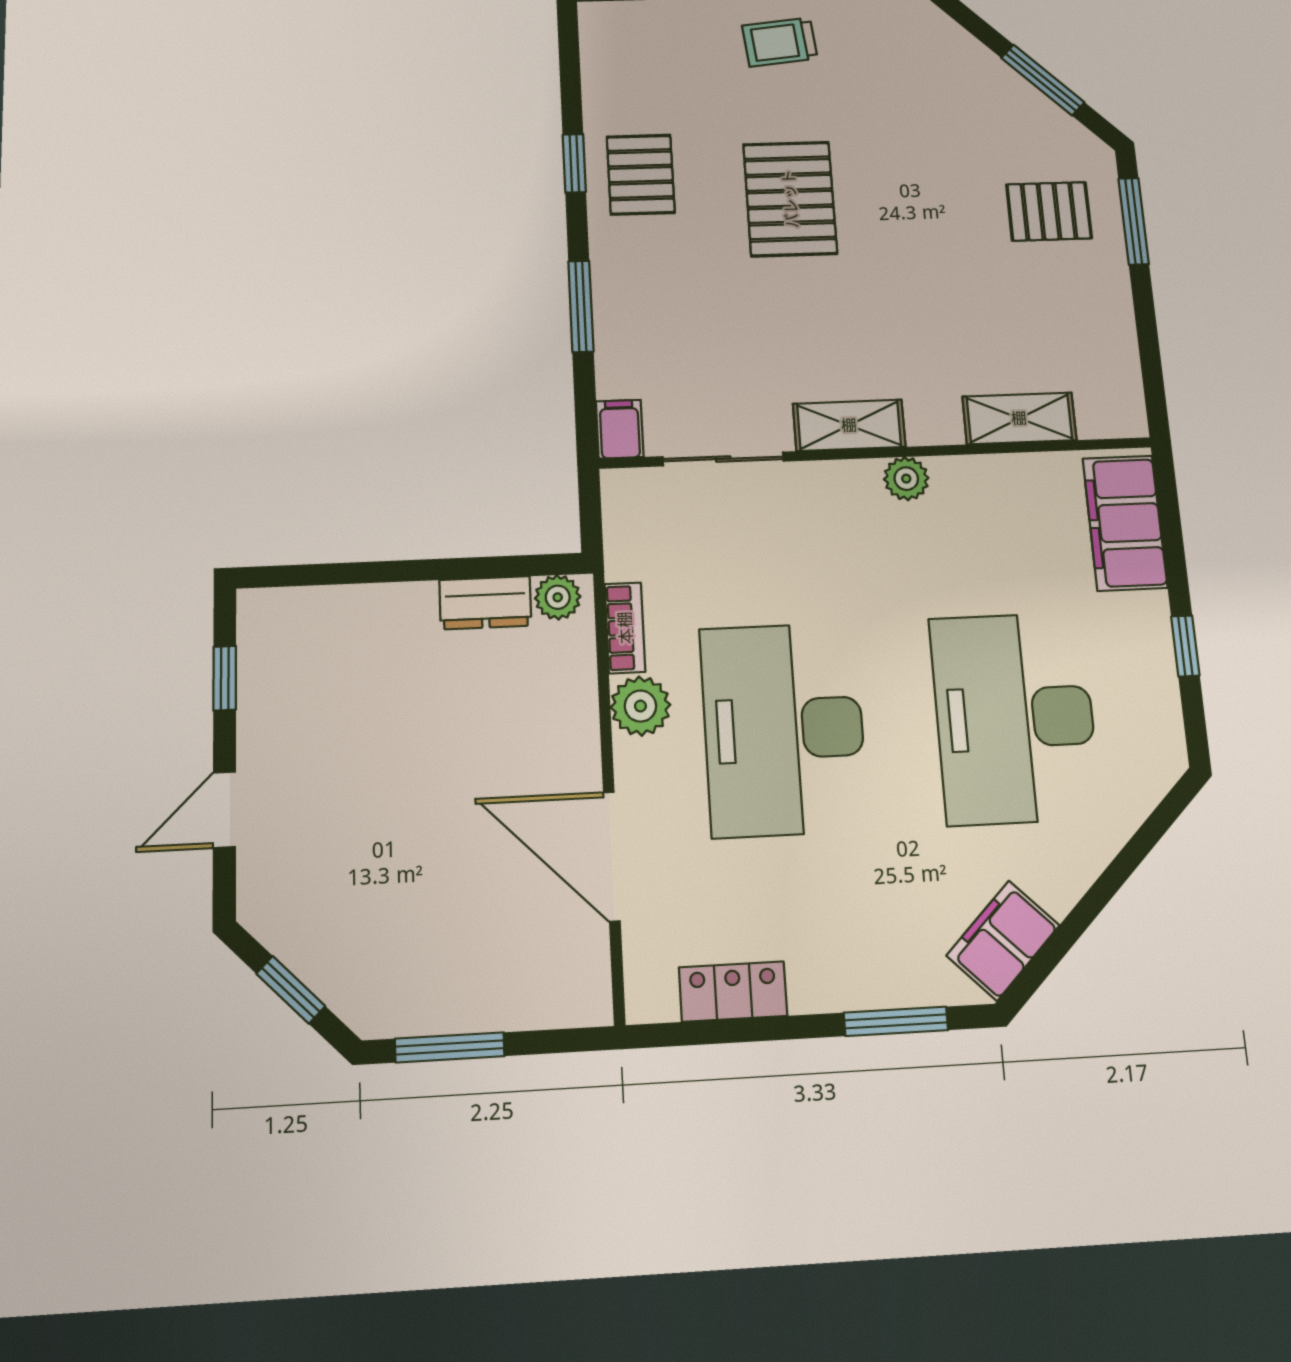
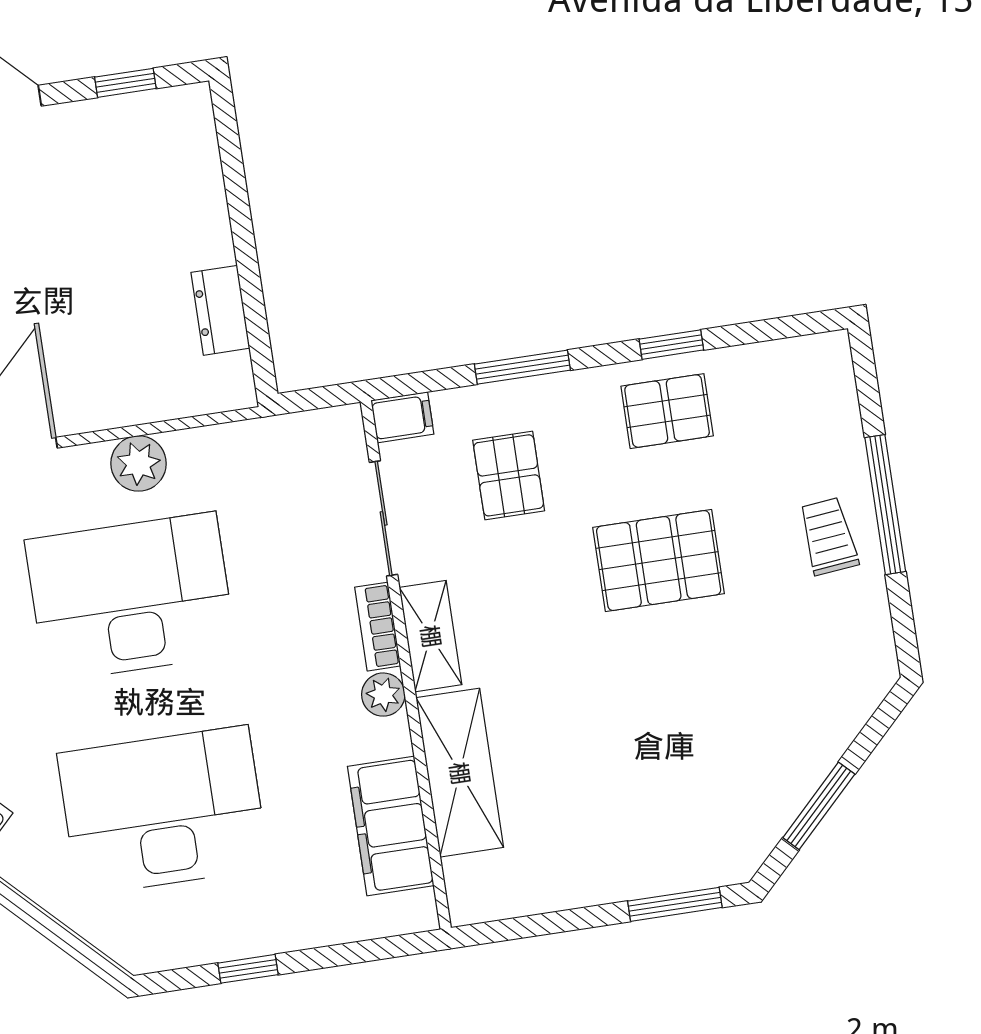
pallet: (1049, 211) -> (509, 475), moved
shelving: (1019, 418) -> (460, 773), width x1.50, depth x1.33
filing cabinet: (1125, 523) -> (391, 826), moved, turned -90
plant: (558, 597) -> (233, 377), removed
bookcase: (625, 628) -> (378, 627), moved, turned 90

